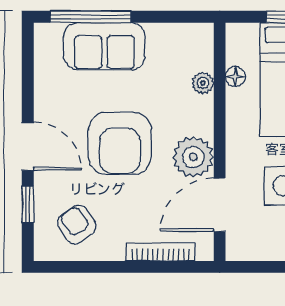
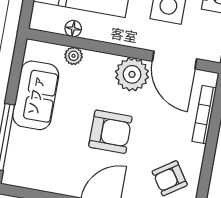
sofa: (104, 46) -> (36, 95), moved
armchair: (120, 143) -> (110, 132), width x0.73, depth x0.73

